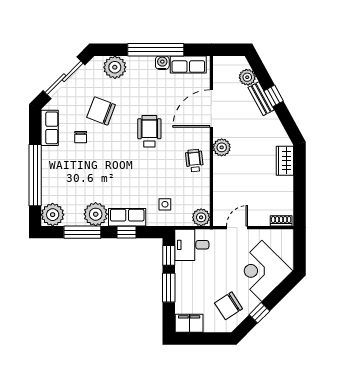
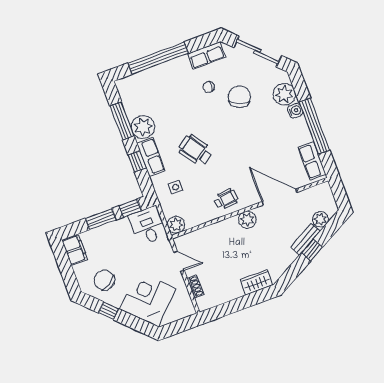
water cooler: (162, 63) -> (295, 111), moved
wheelchair: (149, 131) -> (195, 150), moved, turned -125
plant: (53, 215) -> (128, 88), removed
shoe rack: (281, 221) -> (195, 286), moved

